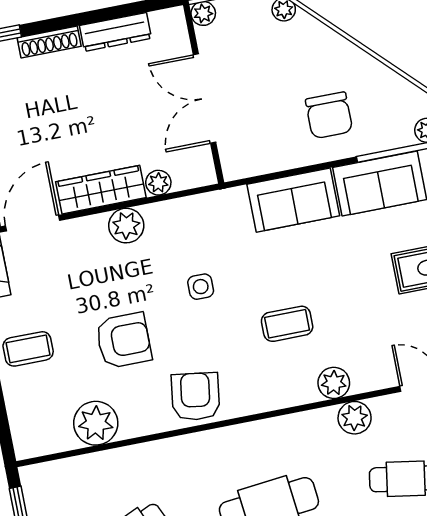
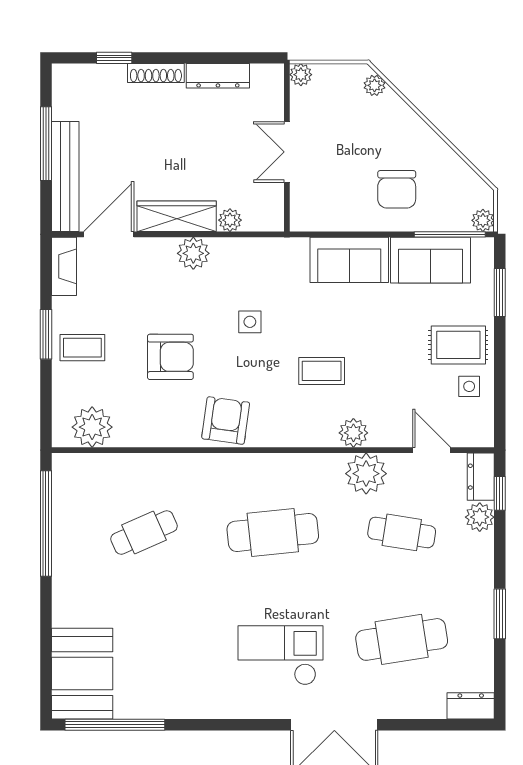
double door: (205, 98) -> (287, 152), width x0.73
plant: (355, 418) -> (366, 474), width x1.36, depth x1.36
plant: (96, 423) -> (92, 427), moved

